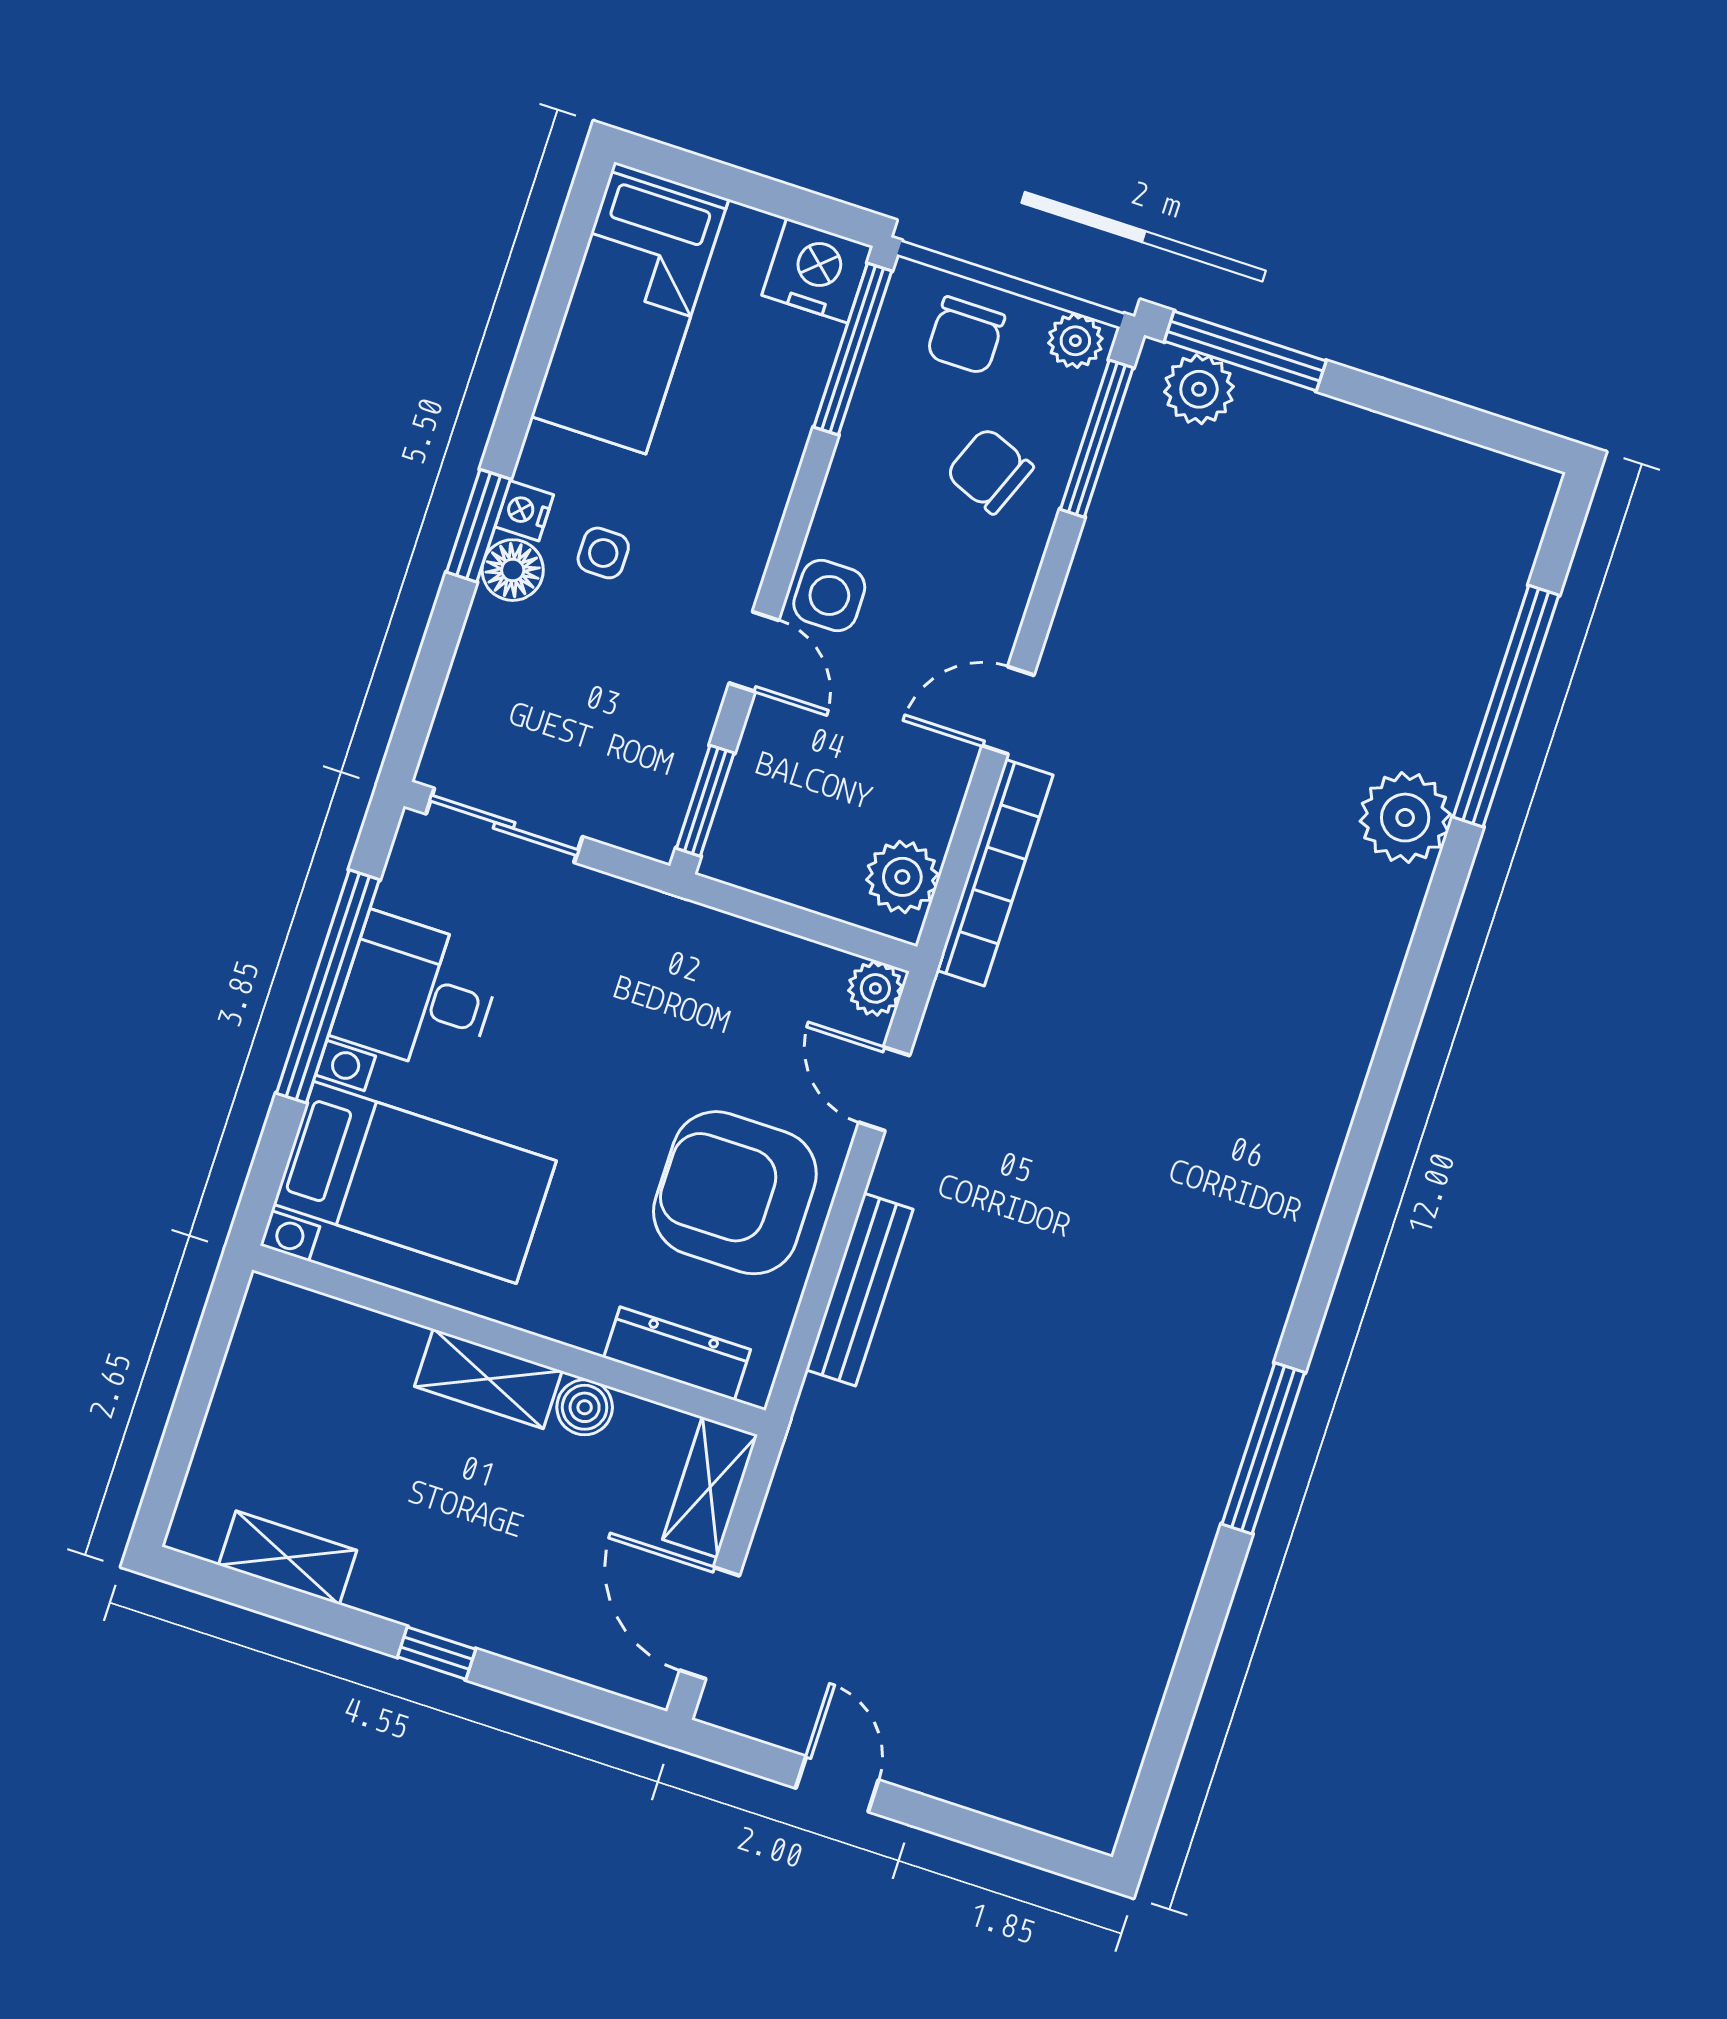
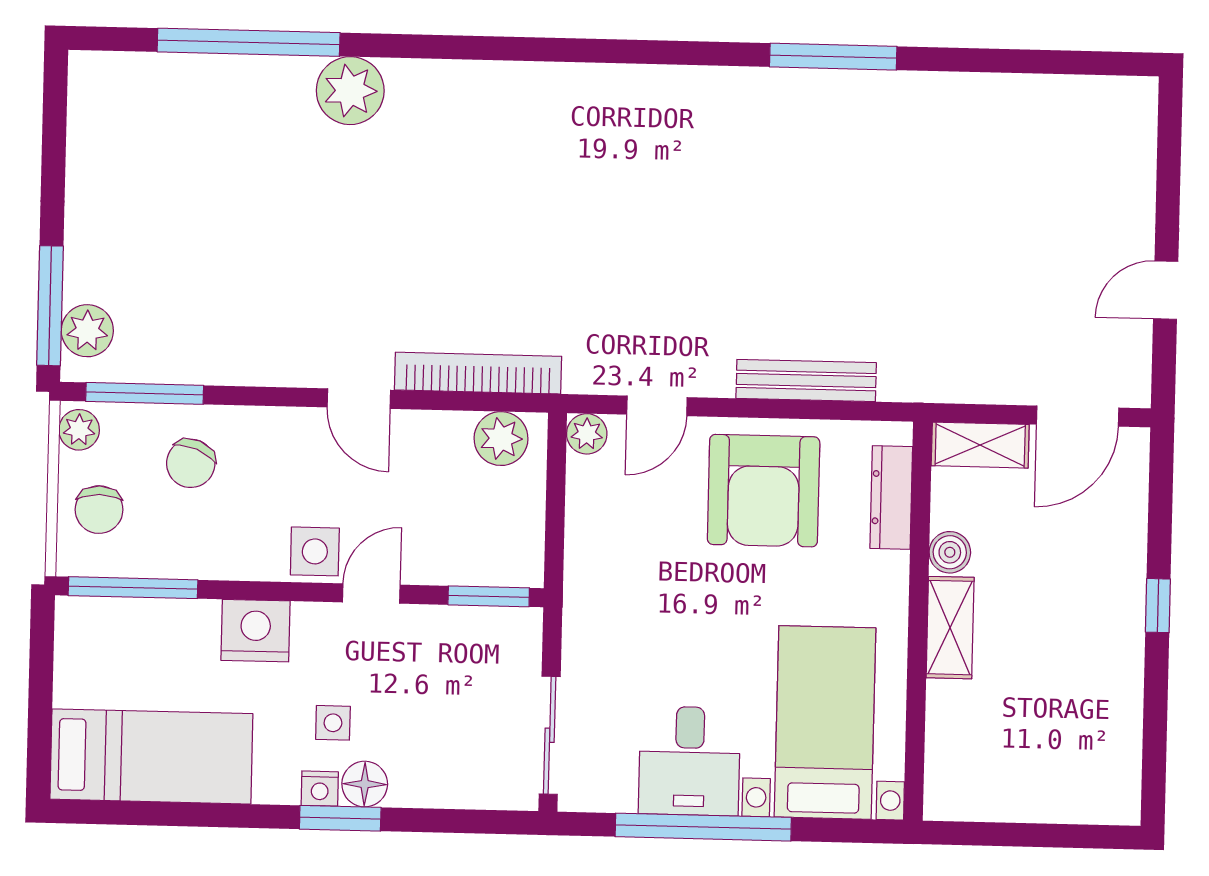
nightstand: (817, 271) -> (256, 631), moved, turned 90
chair: (966, 336) -> (99, 510), turned 90
shelving: (288, 1558) -> (1122, 733), removed

